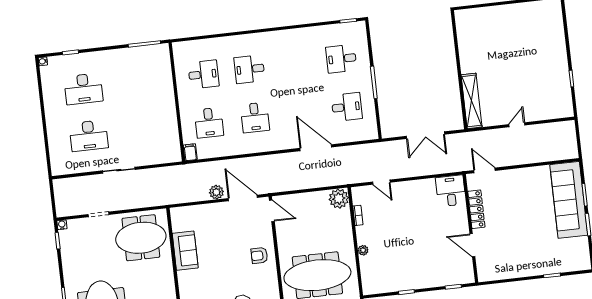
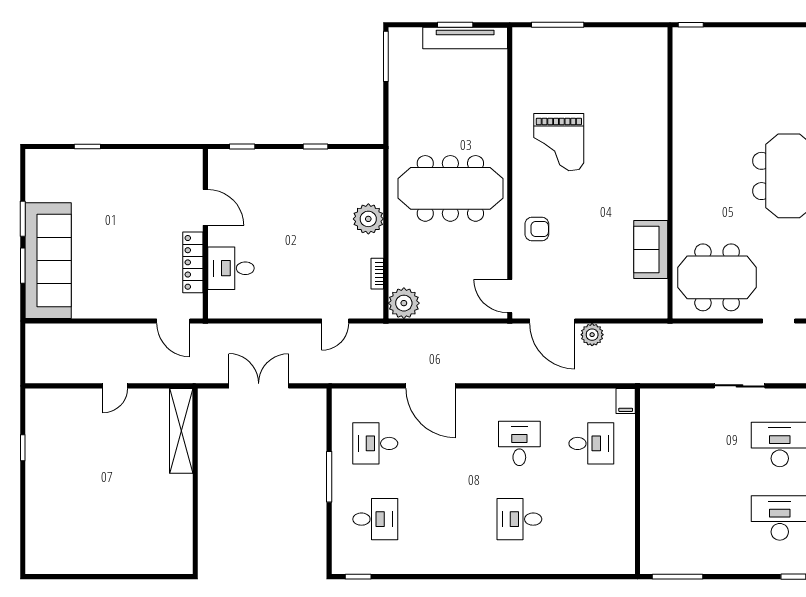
desk: (249, 69) -> (519, 519), turned 180
desk: (203, 74) -> (591, 519), removed
desk: (209, 123) -> (591, 443), turned 90
door: (381, 182) -> (335, 321), swing flipped
desk: (451, 191) -> (231, 268), moved, turned 90
plant: (363, 250) -> (368, 219), width x1.88, depth x1.88

